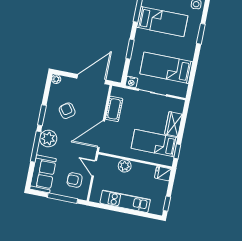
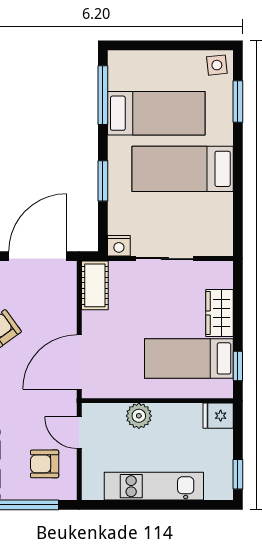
window: (201, 34) -> (238, 101), moved
bed: (166, 68) -> (183, 169), moved
cot: (114, 109) -> (95, 285), moved

